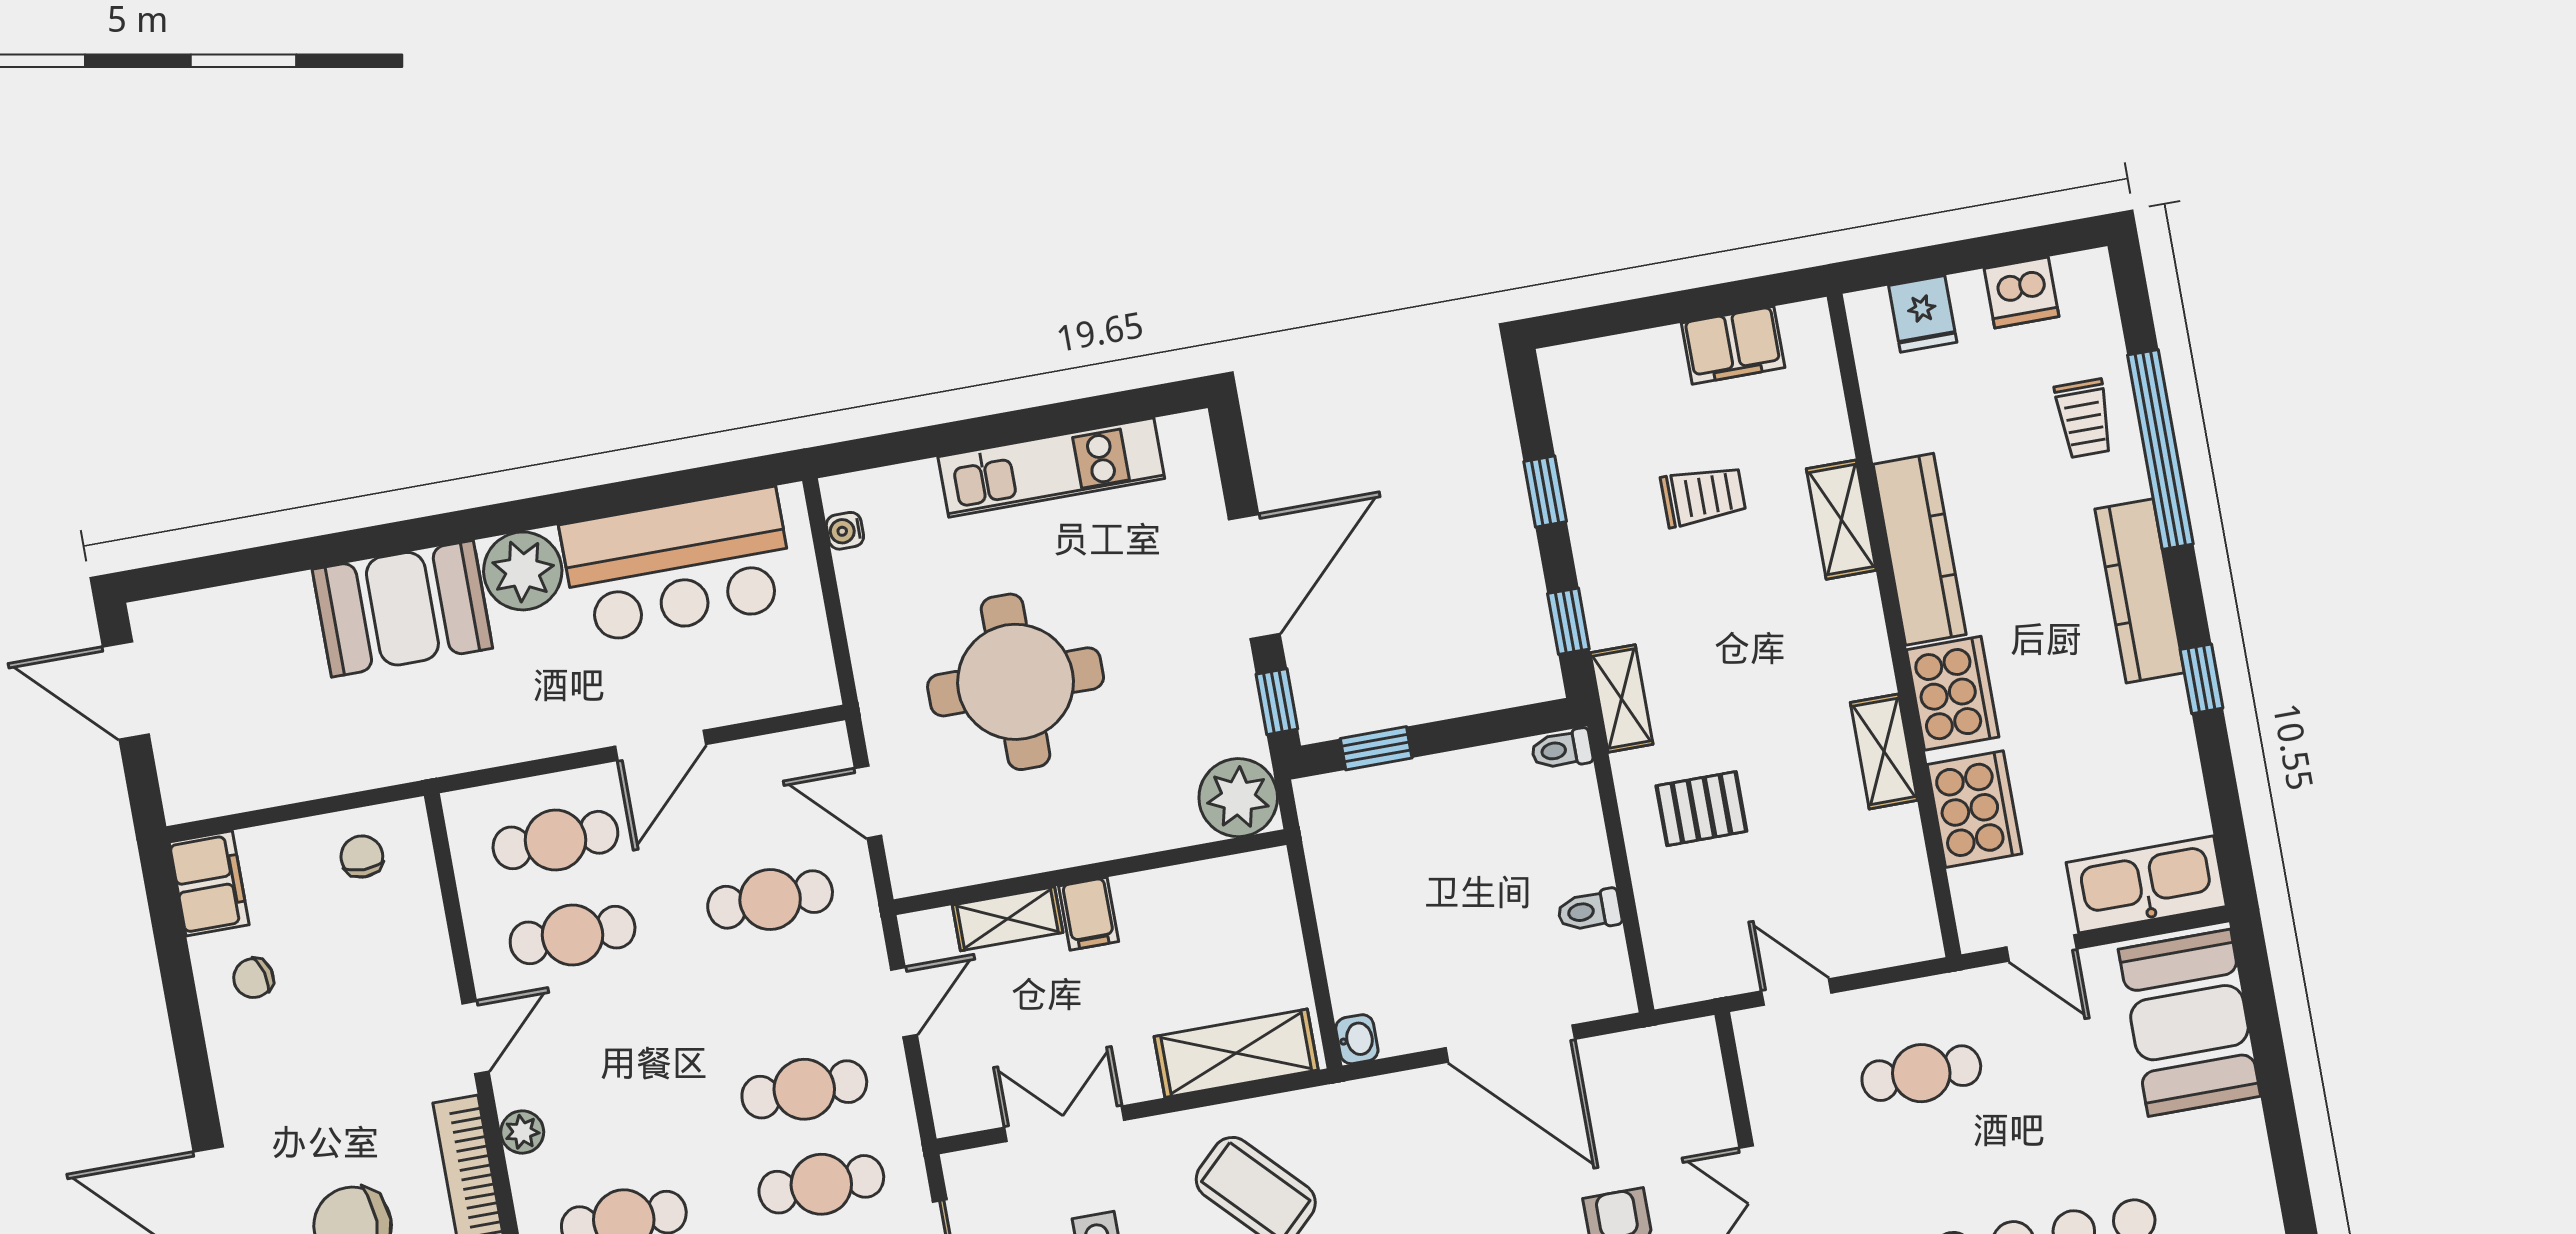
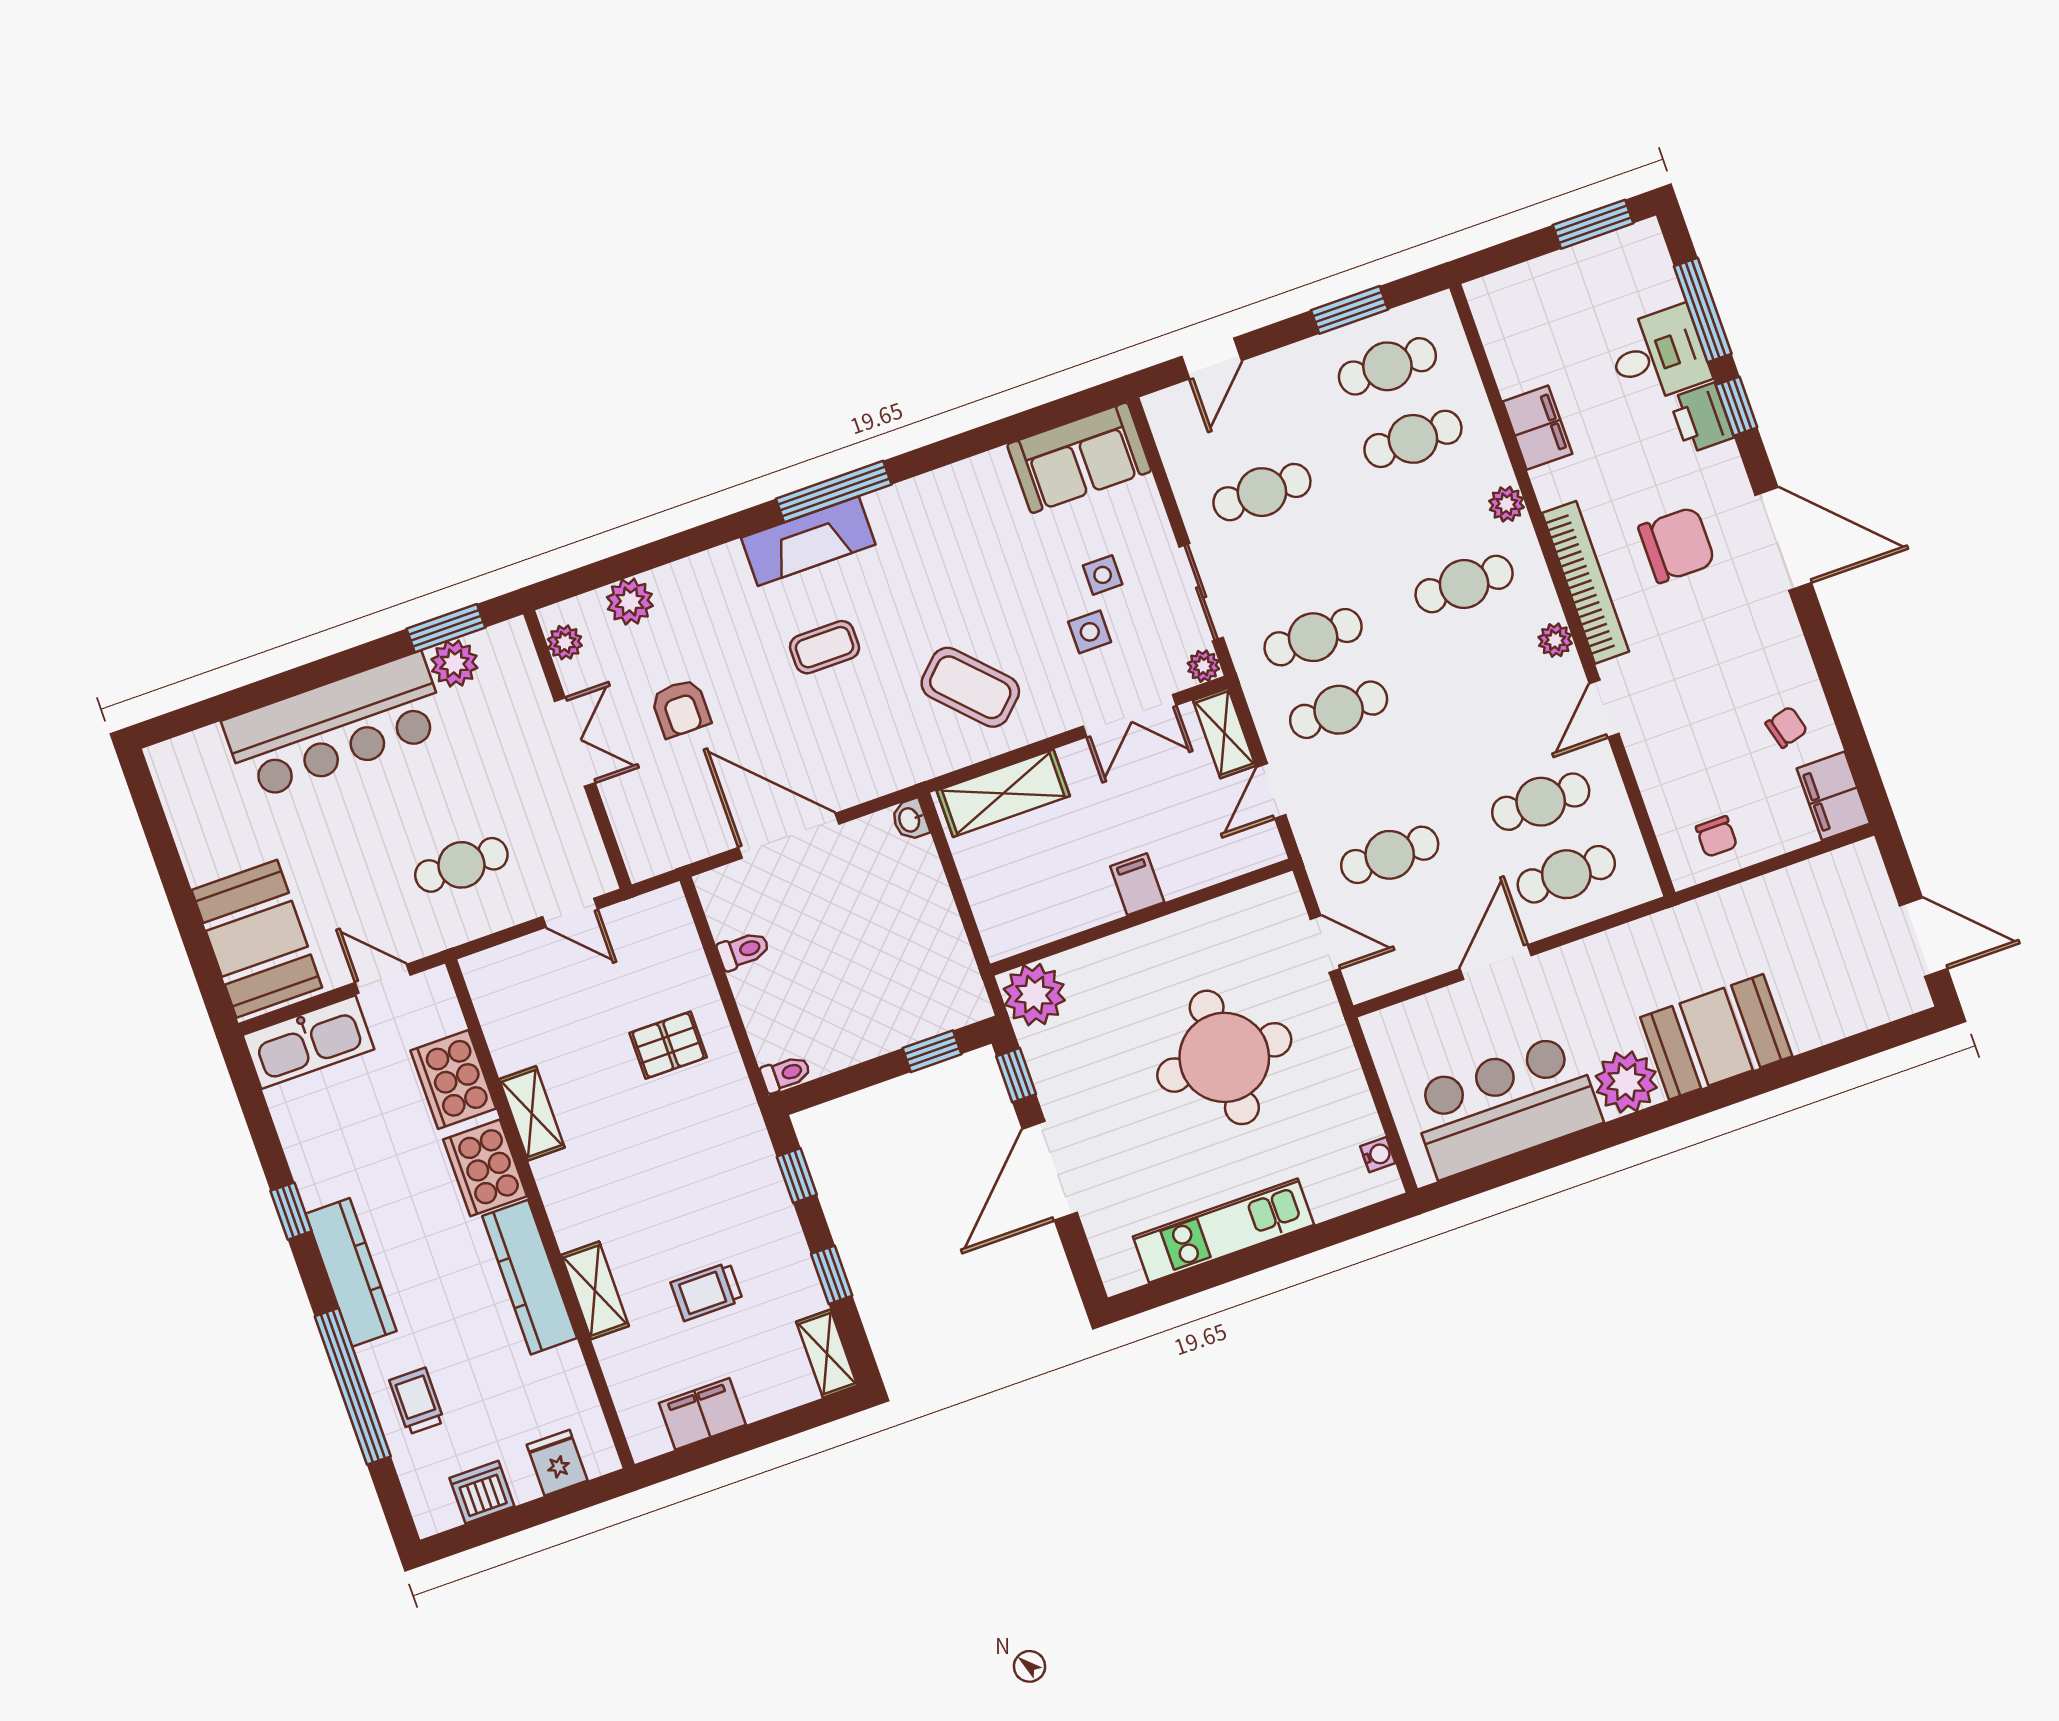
shelving: (1622, 698) -> (827, 1354), moved
shelving: (1008, 919) -> (1224, 733), moved, turned 90
plant: (963, 1170) -> (1203, 666), added

